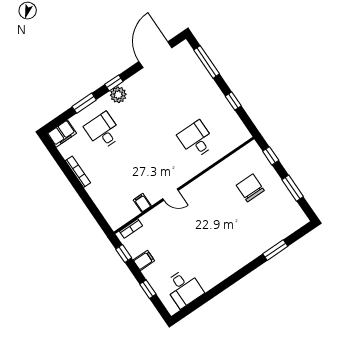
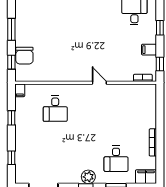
window: (207, 62) -> (11, 158), width x0.46
chair: (250, 188) -> (24, 56), moved
filing cabinet: (142, 203) -> (20, 90), moved

